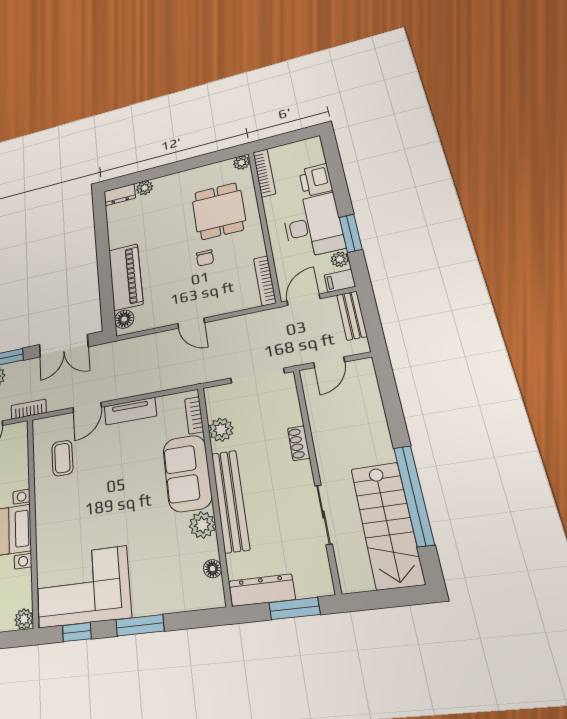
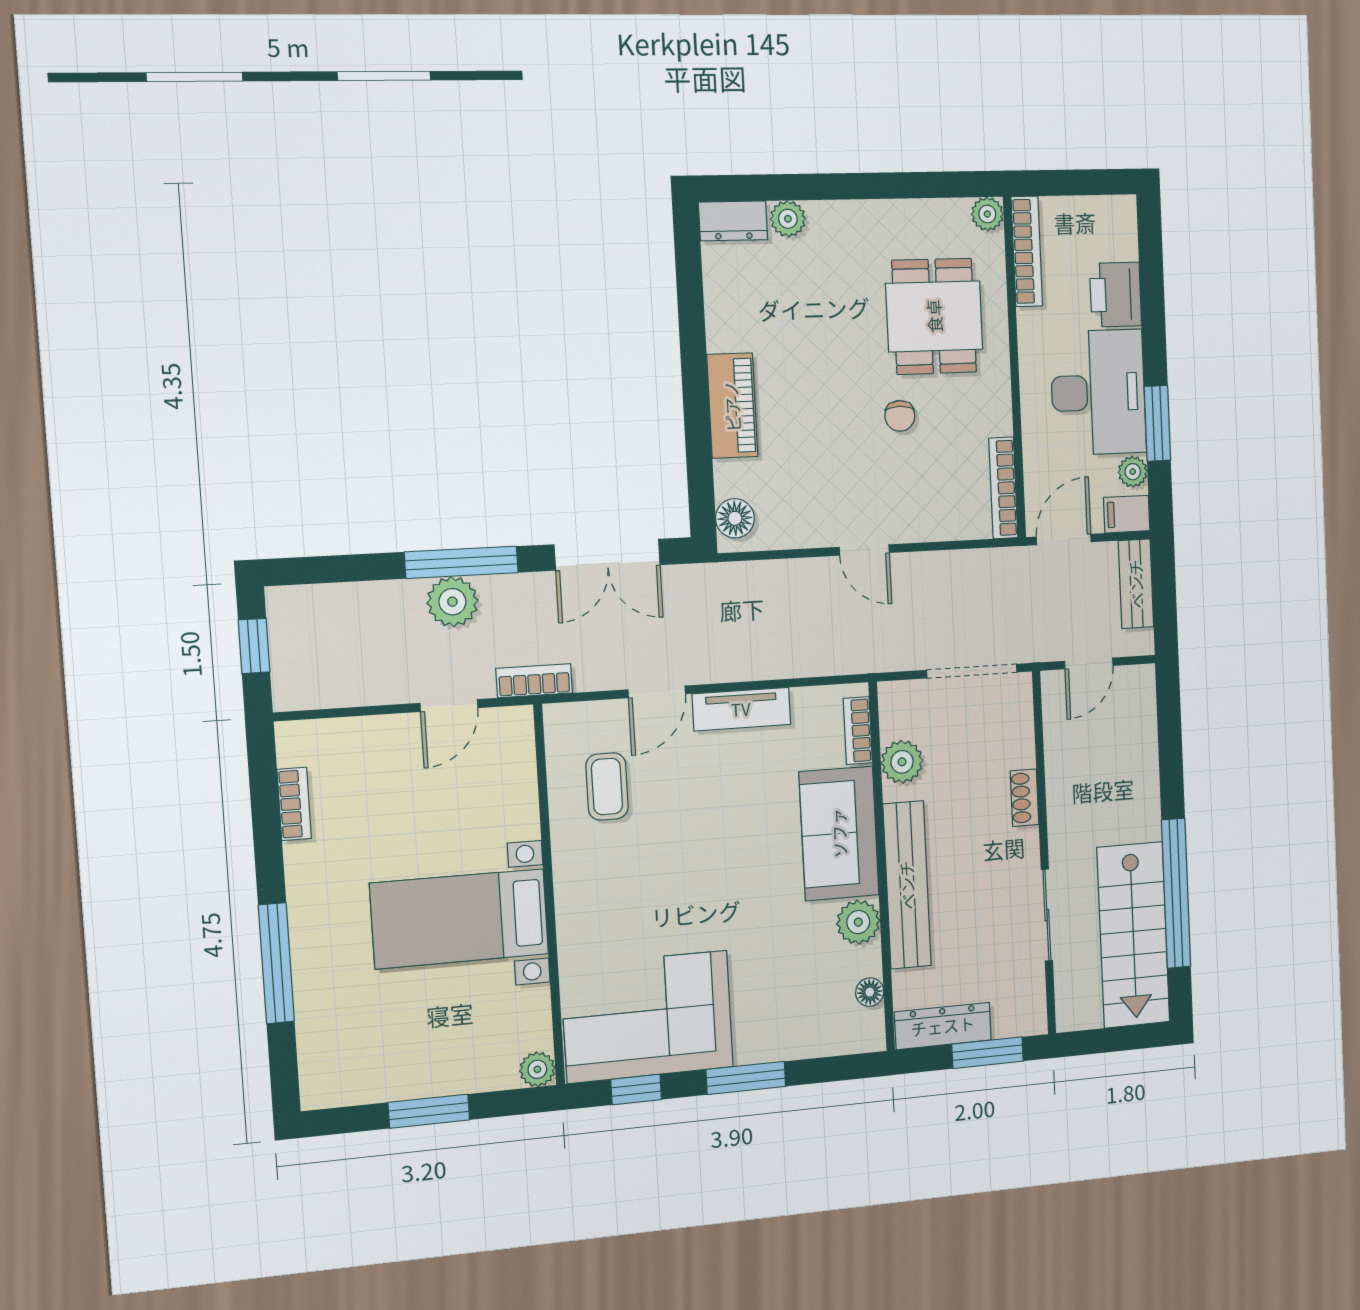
piano: (126, 277) -> (732, 406), width x0.73, depth x0.75

